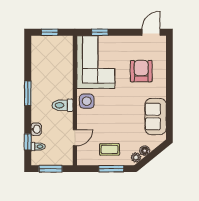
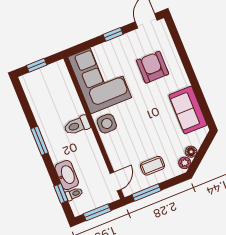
window: (100, 32) -> (113, 34), moved
toilet: (62, 105) -> (77, 125), moved
washbasin: (36, 129) -> (67, 175), width x1.91, depth x1.45
door: (75, 138) -> (115, 181), moved
window: (111, 169) -> (147, 192), moved

